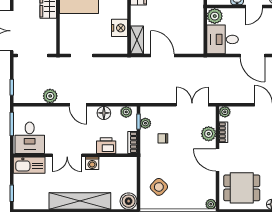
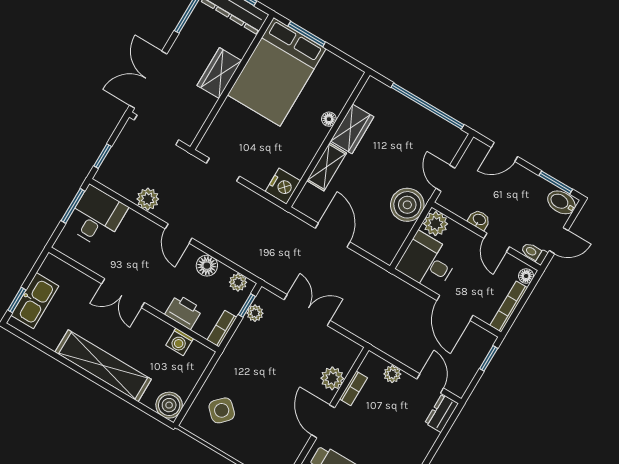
door: (254, 7) -> (497, 243), hinge flipped
boiler: (193, 15) -> (407, 205), added
nightstand: (119, 28) -> (283, 186), moved
shelving: (137, 40) -> (327, 167), moved
double door: (192, 105) -> (307, 310), moved
plant: (225, 112) -> (392, 374), moved
desk: (30, 138) -> (96, 217), moved, turned 180
chair: (163, 138) -> (266, 348), removed
washing machine: (92, 163) -> (180, 342), moved
kitchen sink: (29, 165) -> (35, 301), moved, turned -90

